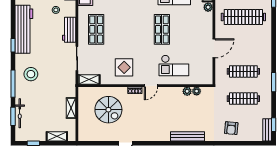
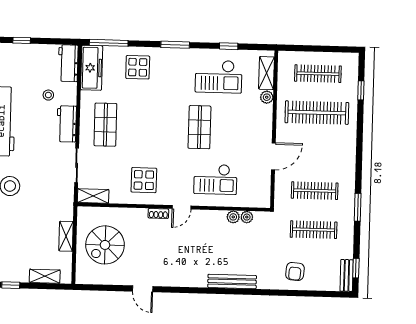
spiral stairs: (108, 110) -> (105, 245), moved, turned 90

